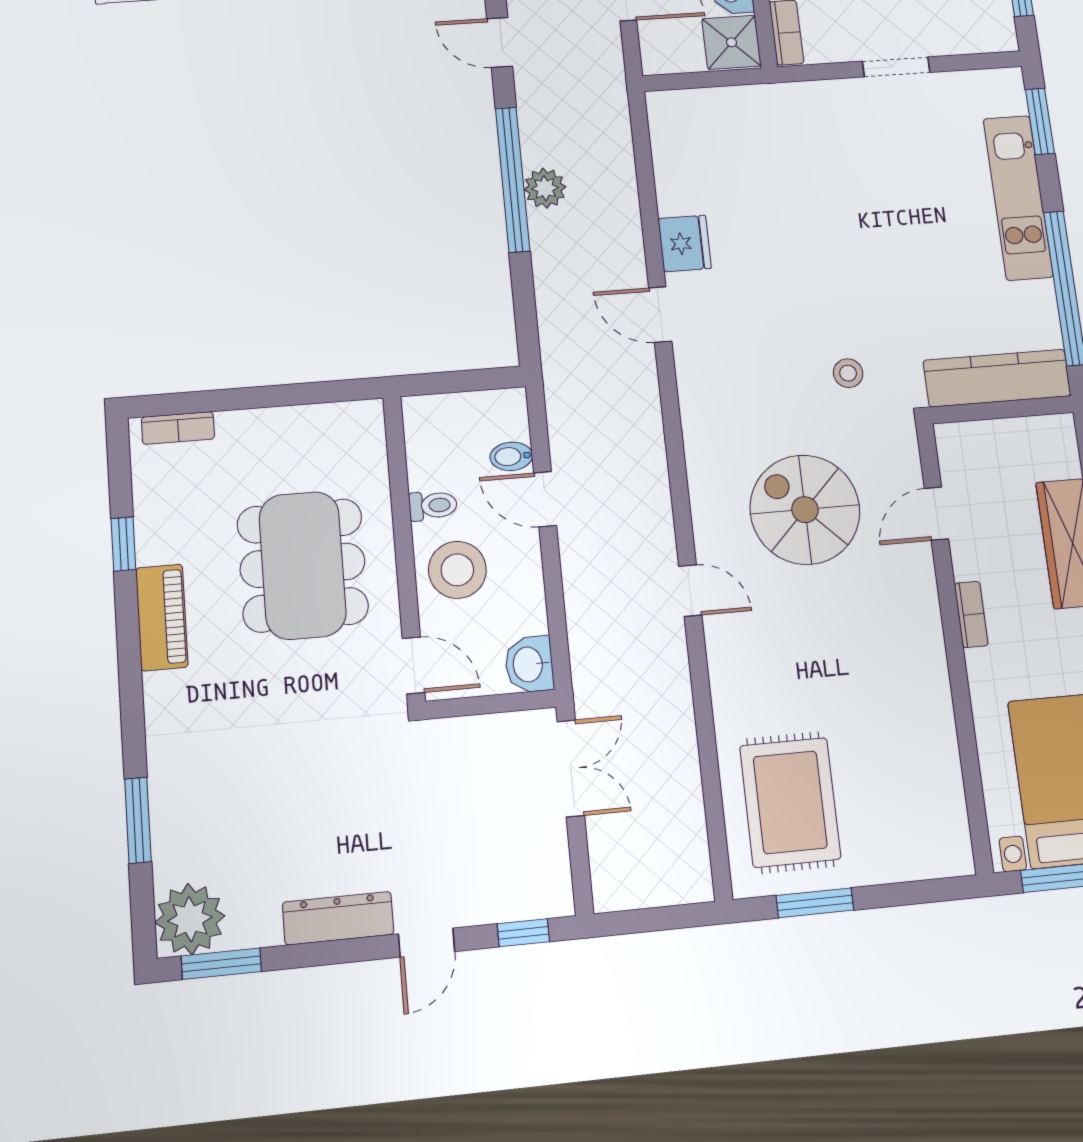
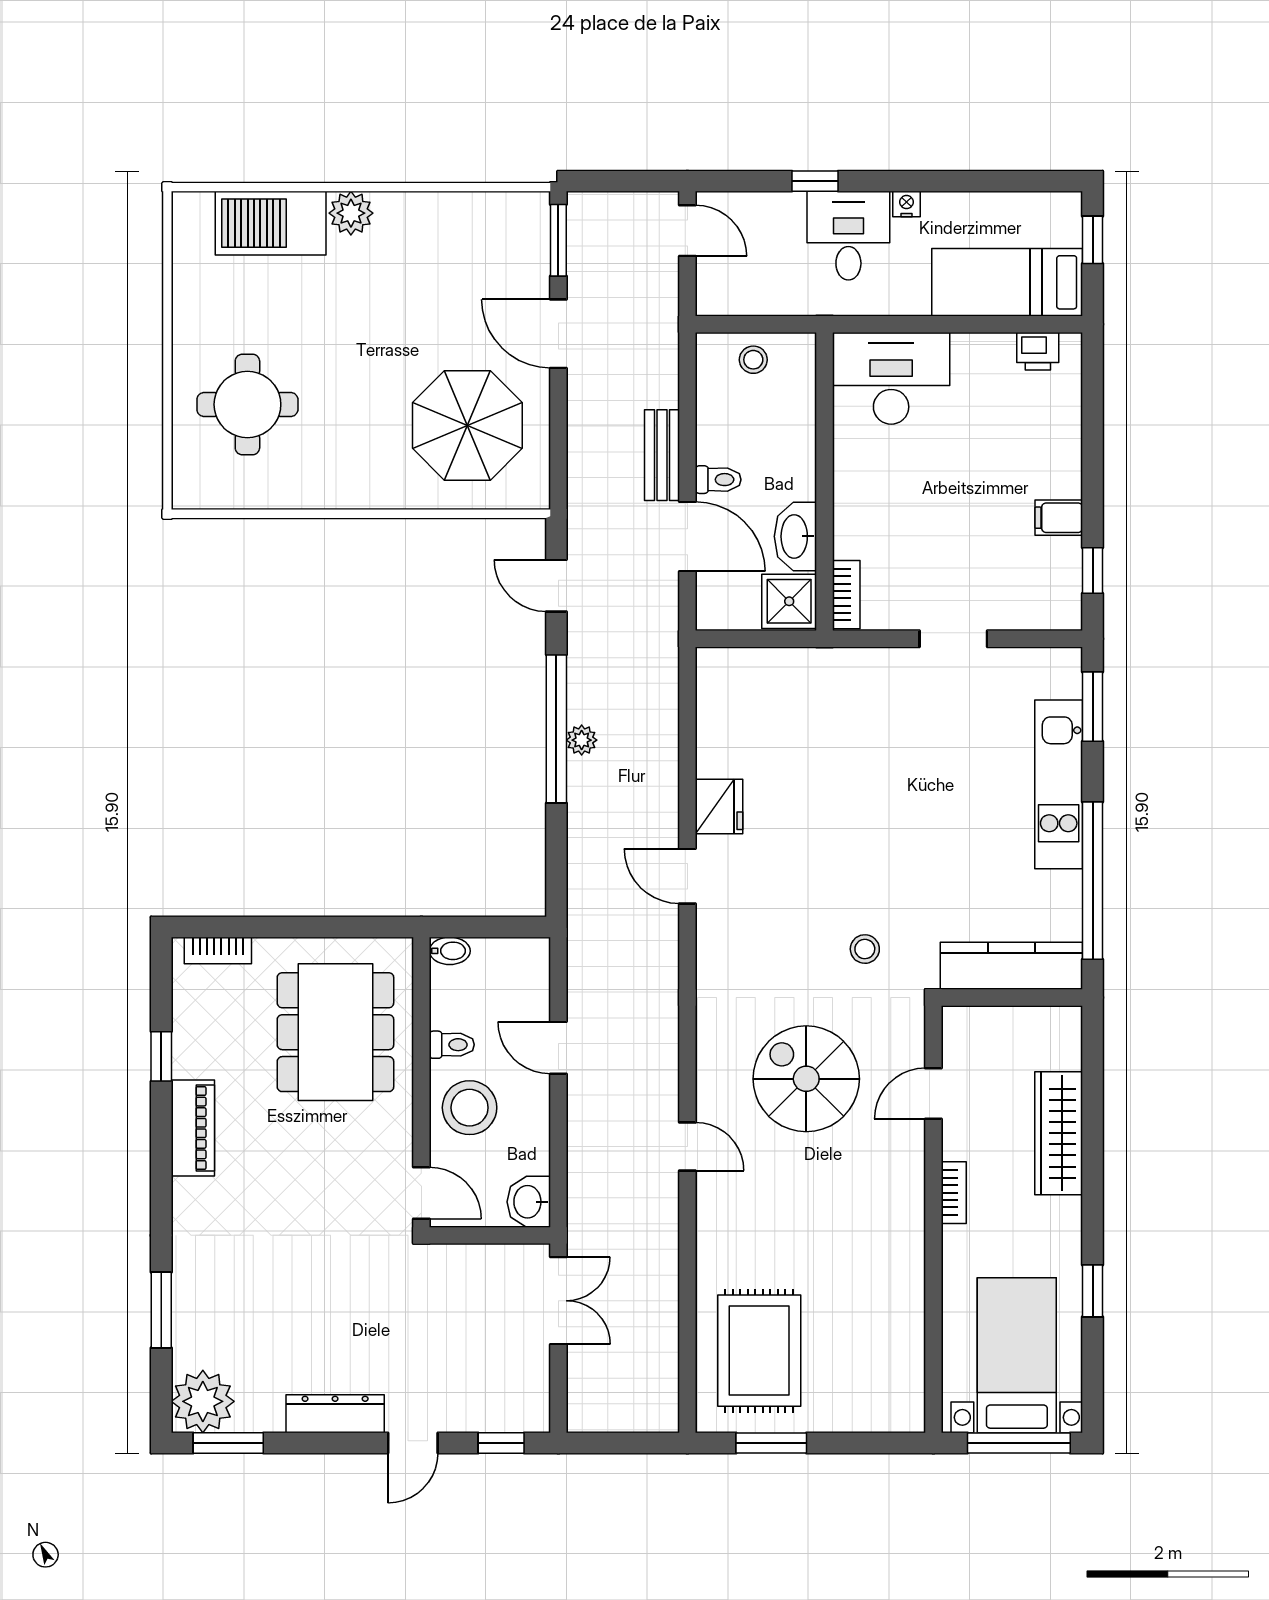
plant: (545, 188) -> (582, 740), width x0.73, depth x0.73
bidet: (511, 456) -> (450, 951), moved, turned 180
dining table: (303, 565) -> (335, 1032), moved

